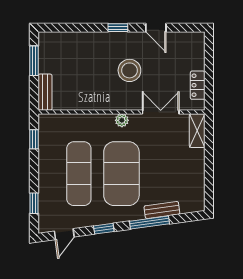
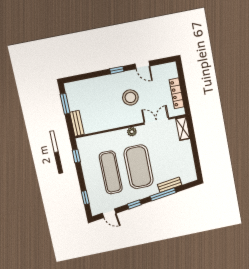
locker: (198, 85) -> (177, 93), width x1.53
door: (64, 234) -> (109, 213), hinge flipped

